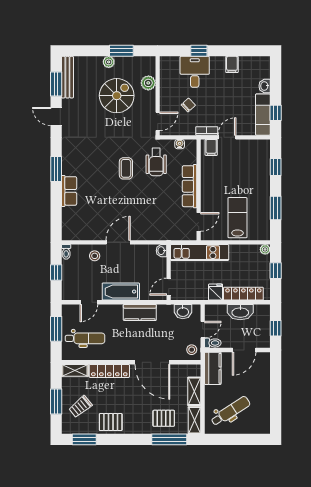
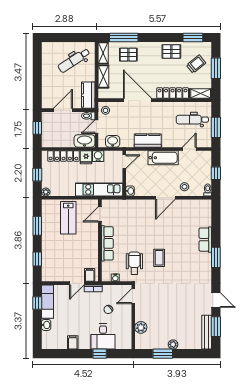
spiral stairs: (117, 96) -> (167, 317), removed
water cooler: (201, 293) -> (98, 156), added
washbasin: (240, 312) -> (85, 141), moved

